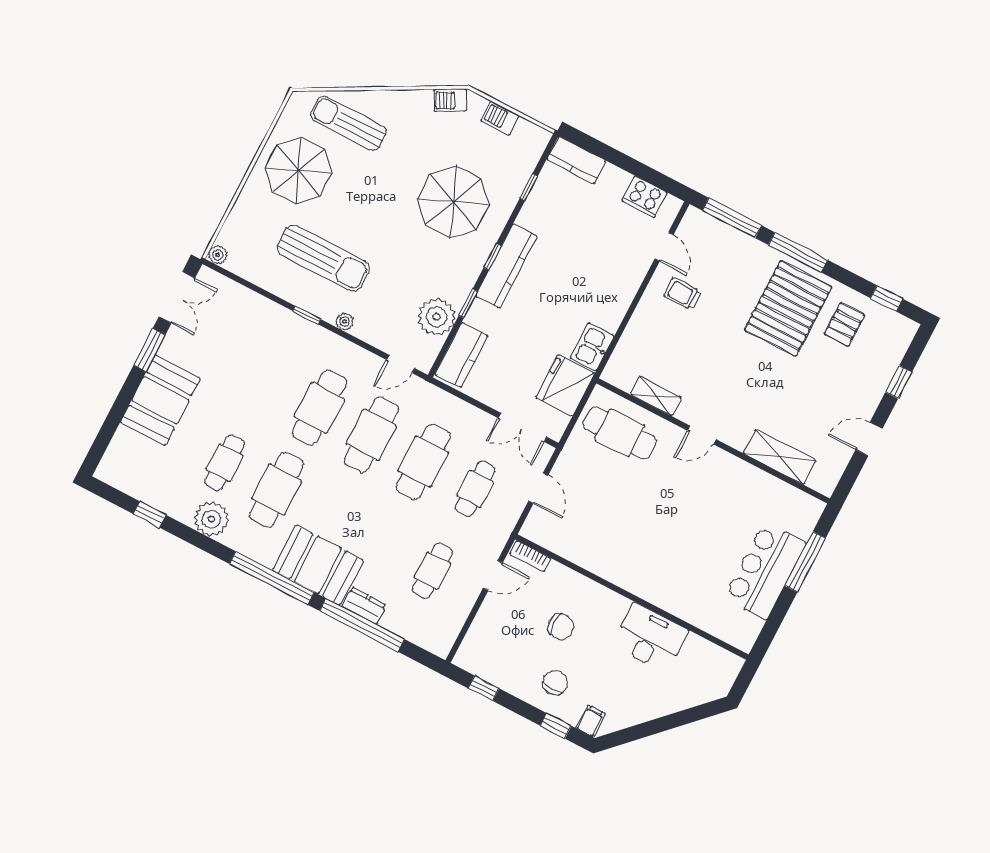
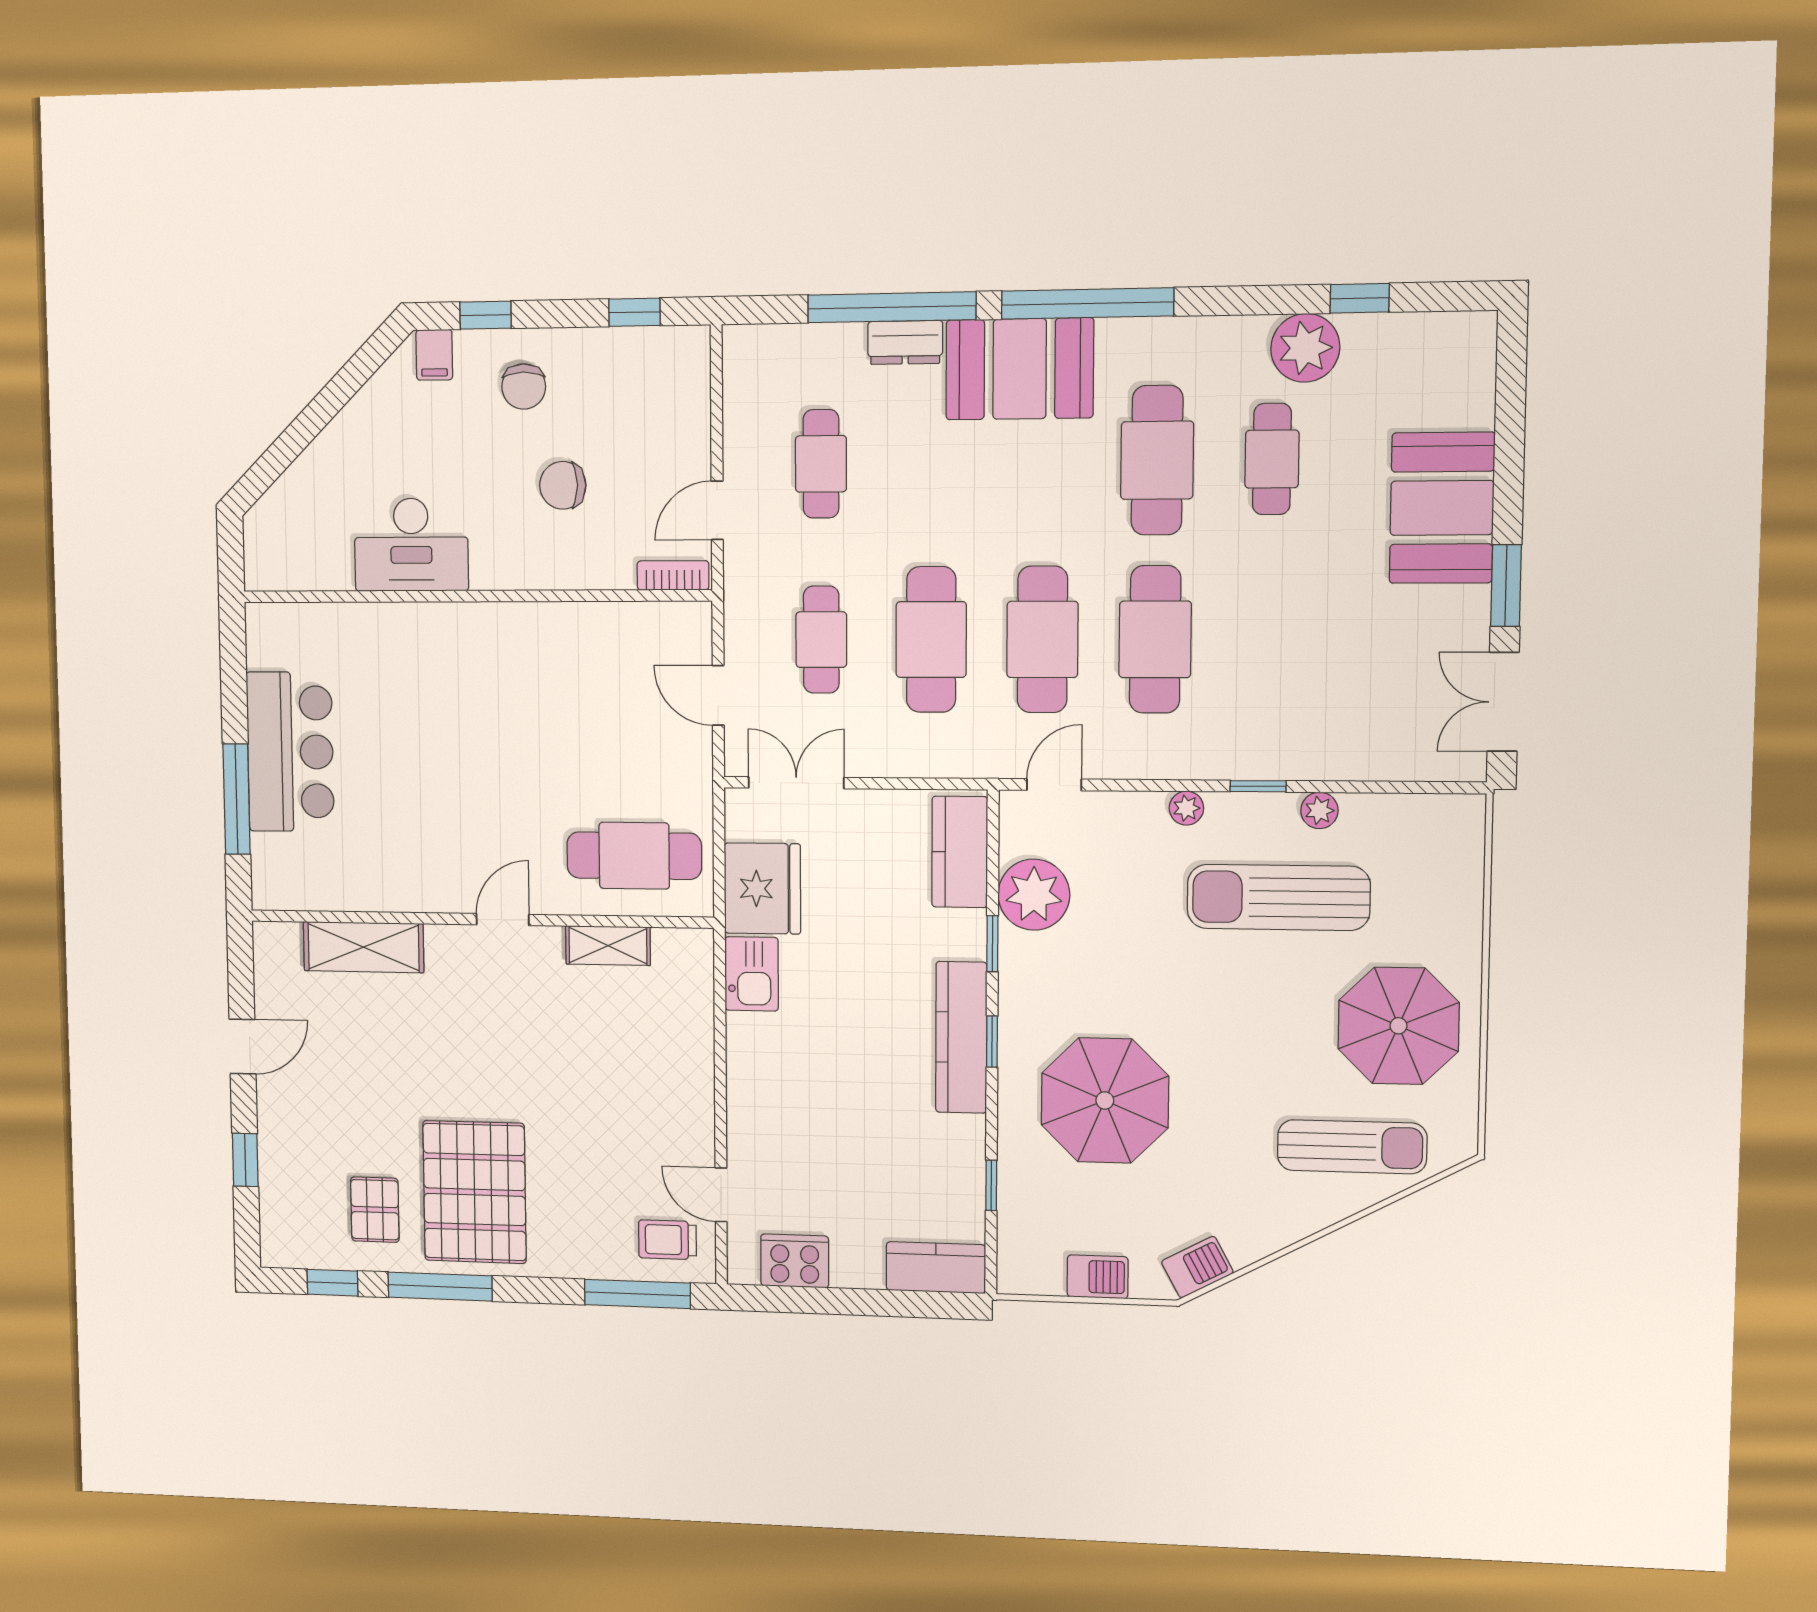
window: (798, 252) -> (440, 1287), moved
plant: (218, 255) -> (1319, 810), moved
trolley: (682, 294) -> (667, 1240), moved, turned 180
plant: (211, 519) -> (1305, 348), moved

